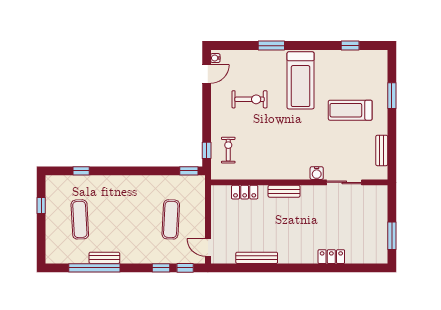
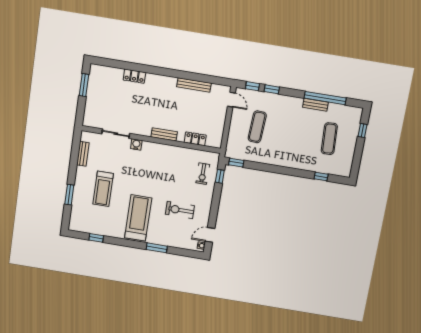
treadmill: (350, 110) -> (103, 189), turned 90
window: (41, 205) -> (363, 131), moved

